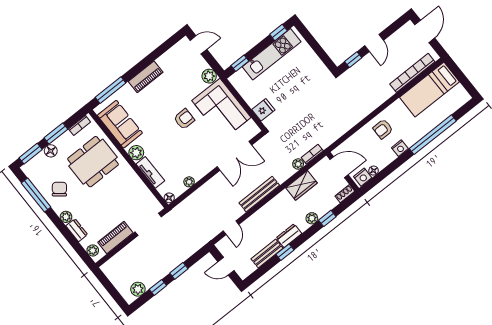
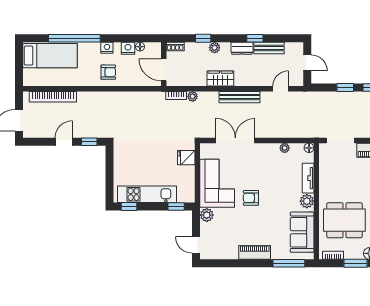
bed: (430, 90) -> (50, 56), moved
nightstand: (363, 177) -> (128, 48), moved
wardrobe: (301, 185) -> (220, 79), moved

